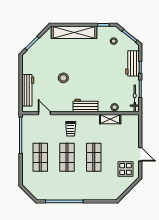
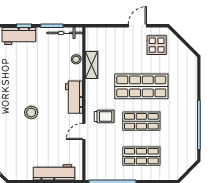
stool: (63, 78) -> (31, 113), moved
door: (44, 113) -> (84, 131), moved
shop shelf: (94, 157) -> (141, 86), width x1.43, depth x1.36

